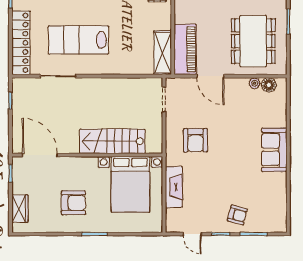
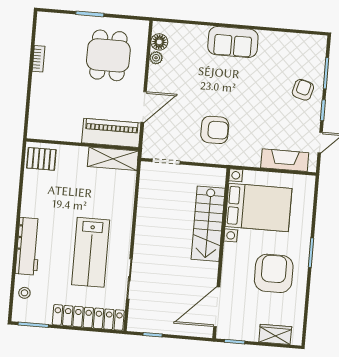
dining table: (253, 41) -> (108, 55), width x0.73
fireplace: (174, 187) -> (285, 160), moved
armchair: (73, 203) -> (274, 273), width x1.36, depth x1.36

